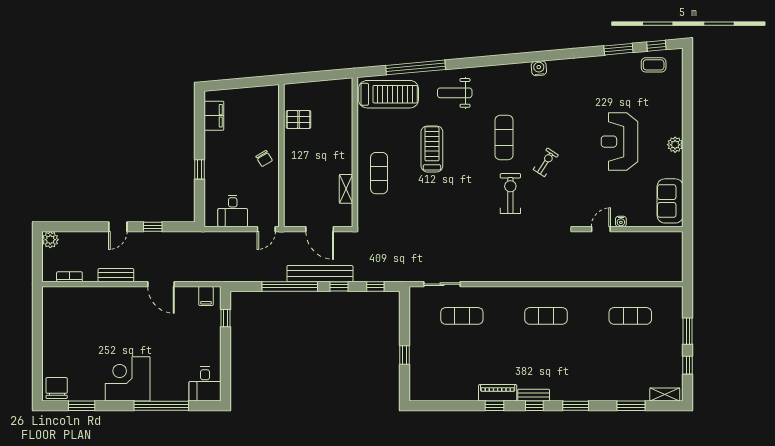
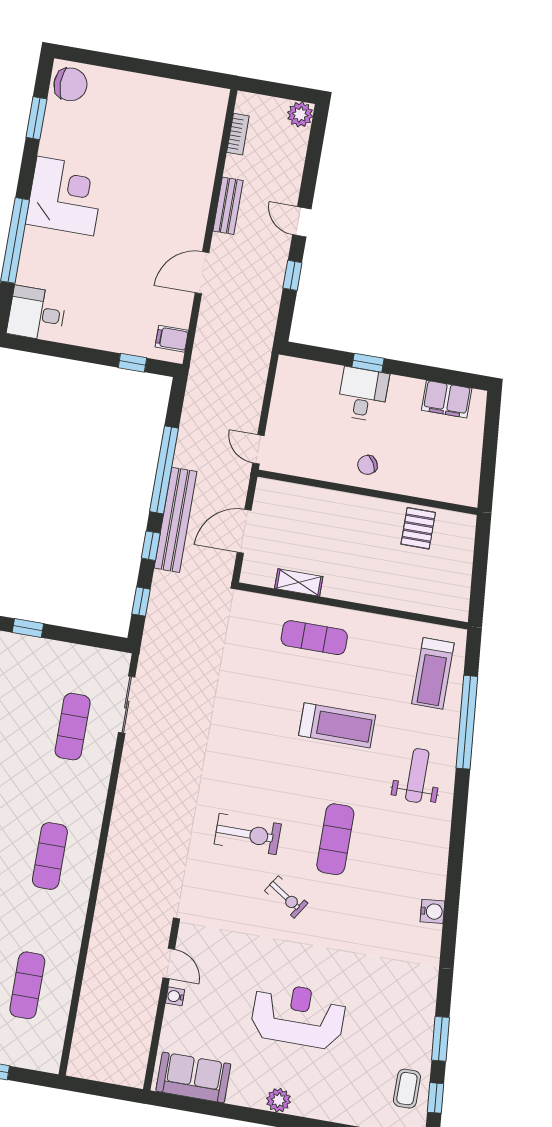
treadmill: (389, 94) -> (433, 673), width x0.73, depth x0.73
exercise mat: (504, 138) -> (335, 839), turned 90
desk: (233, 211) -> (363, 394), moved, turned 90

